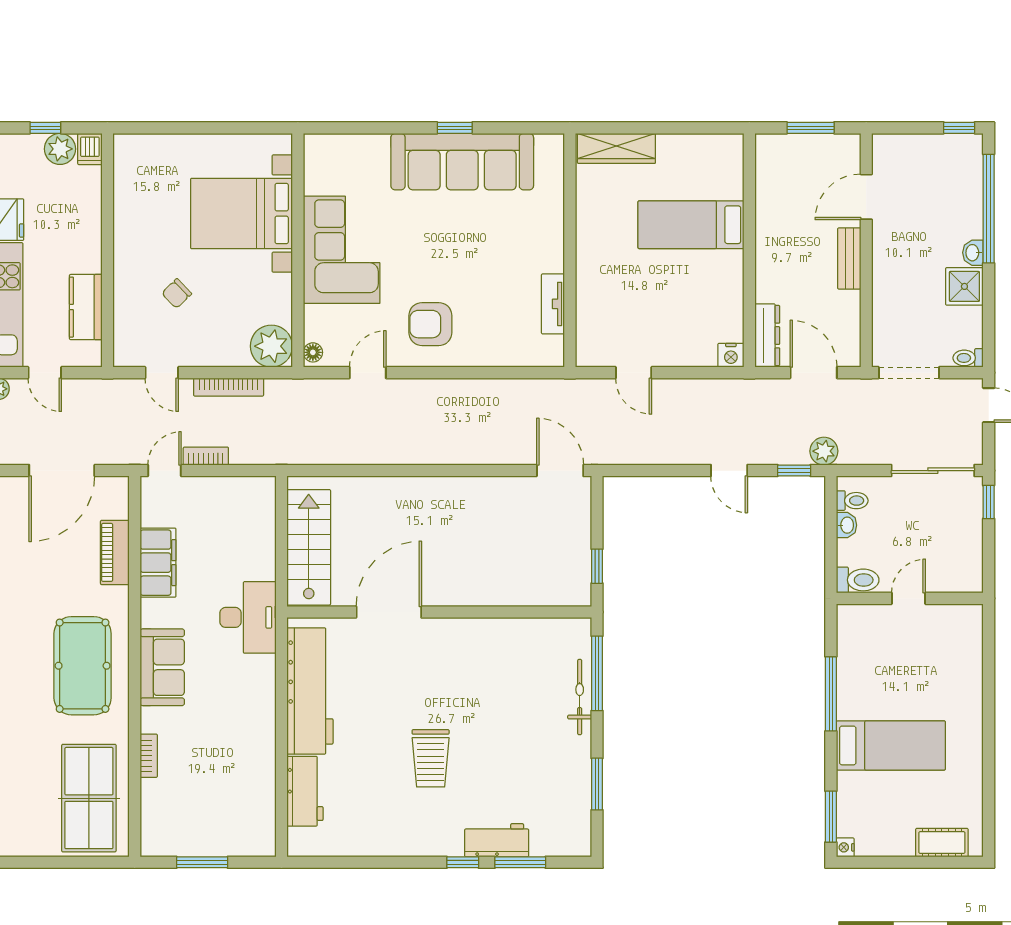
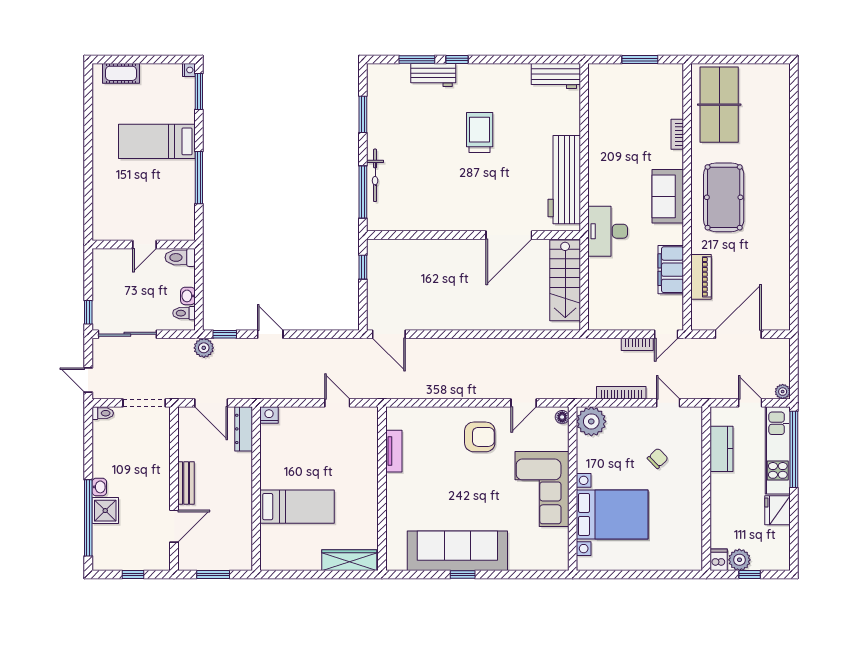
window: (959, 128) -> (133, 575), moved
shower: (964, 286) -> (105, 511), moved
workbench: (305, 791) -> (556, 76), moved, turned -90

